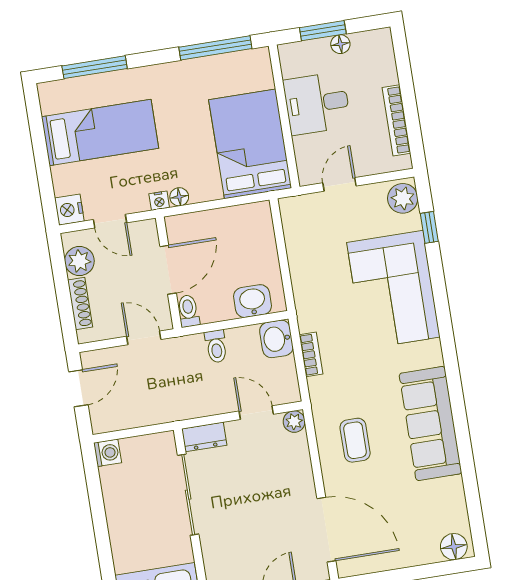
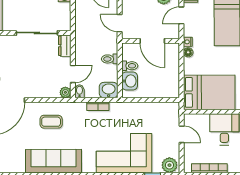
toilet: (188, 311) -> (130, 66), moved
door: (144, 338) -> (120, 23), swing flipped
bidet: (288, 395) -> (79, 91), added

